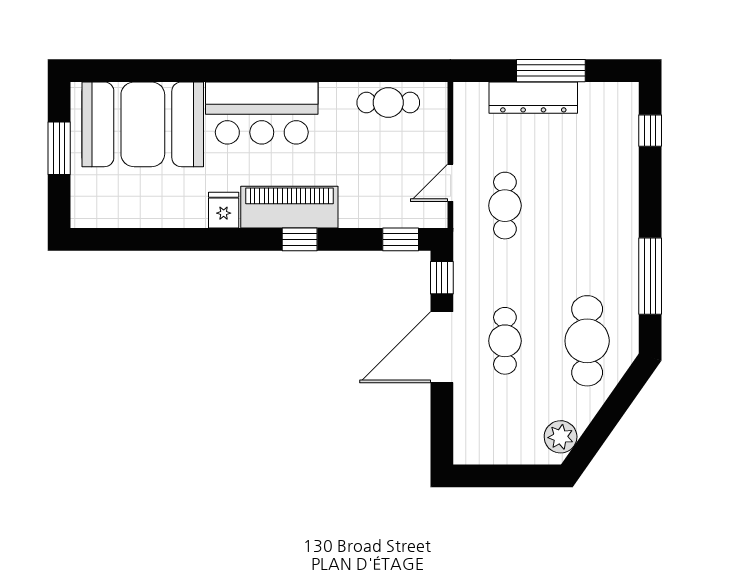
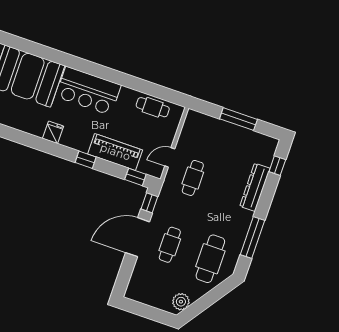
dresser: (533, 98) -> (255, 187), moved, turned 90
piano: (289, 207) -> (115, 152), moved

